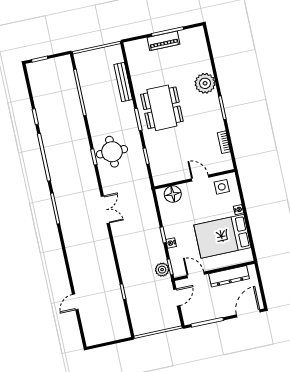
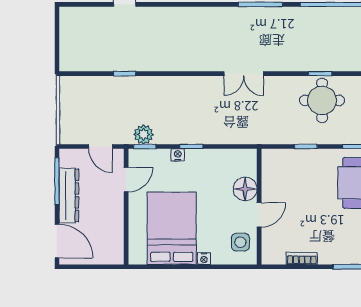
floor lamp: (173, 194) -> (245, 189), moved
dresser: (229, 276) -> (69, 195), moved, turned 180

